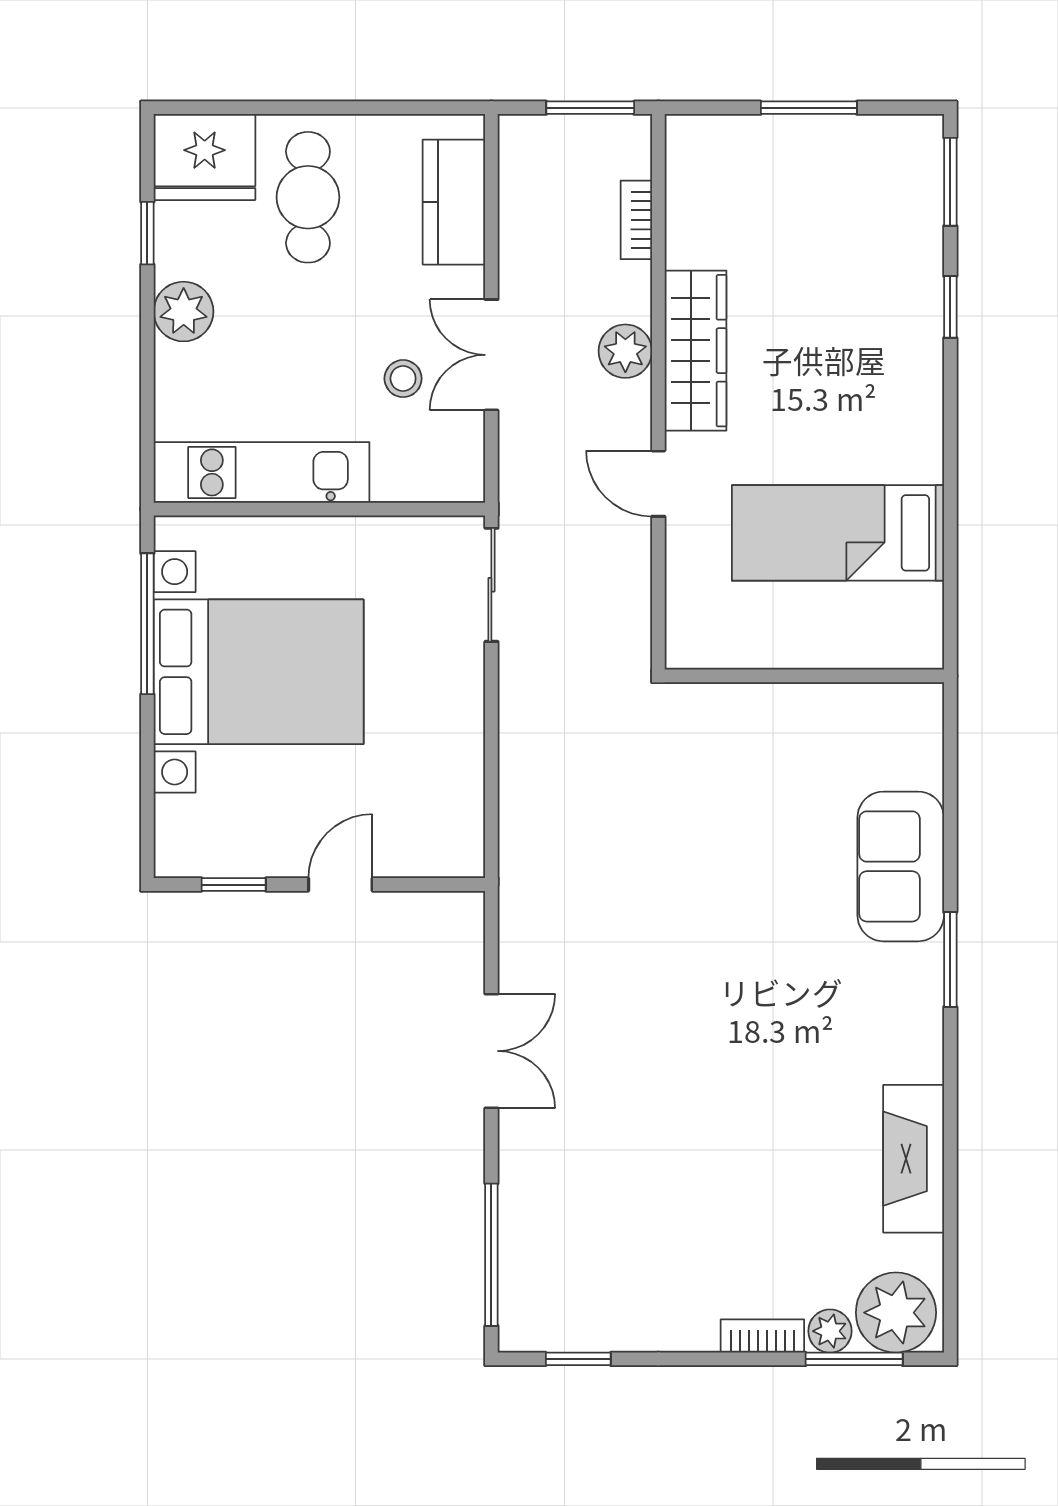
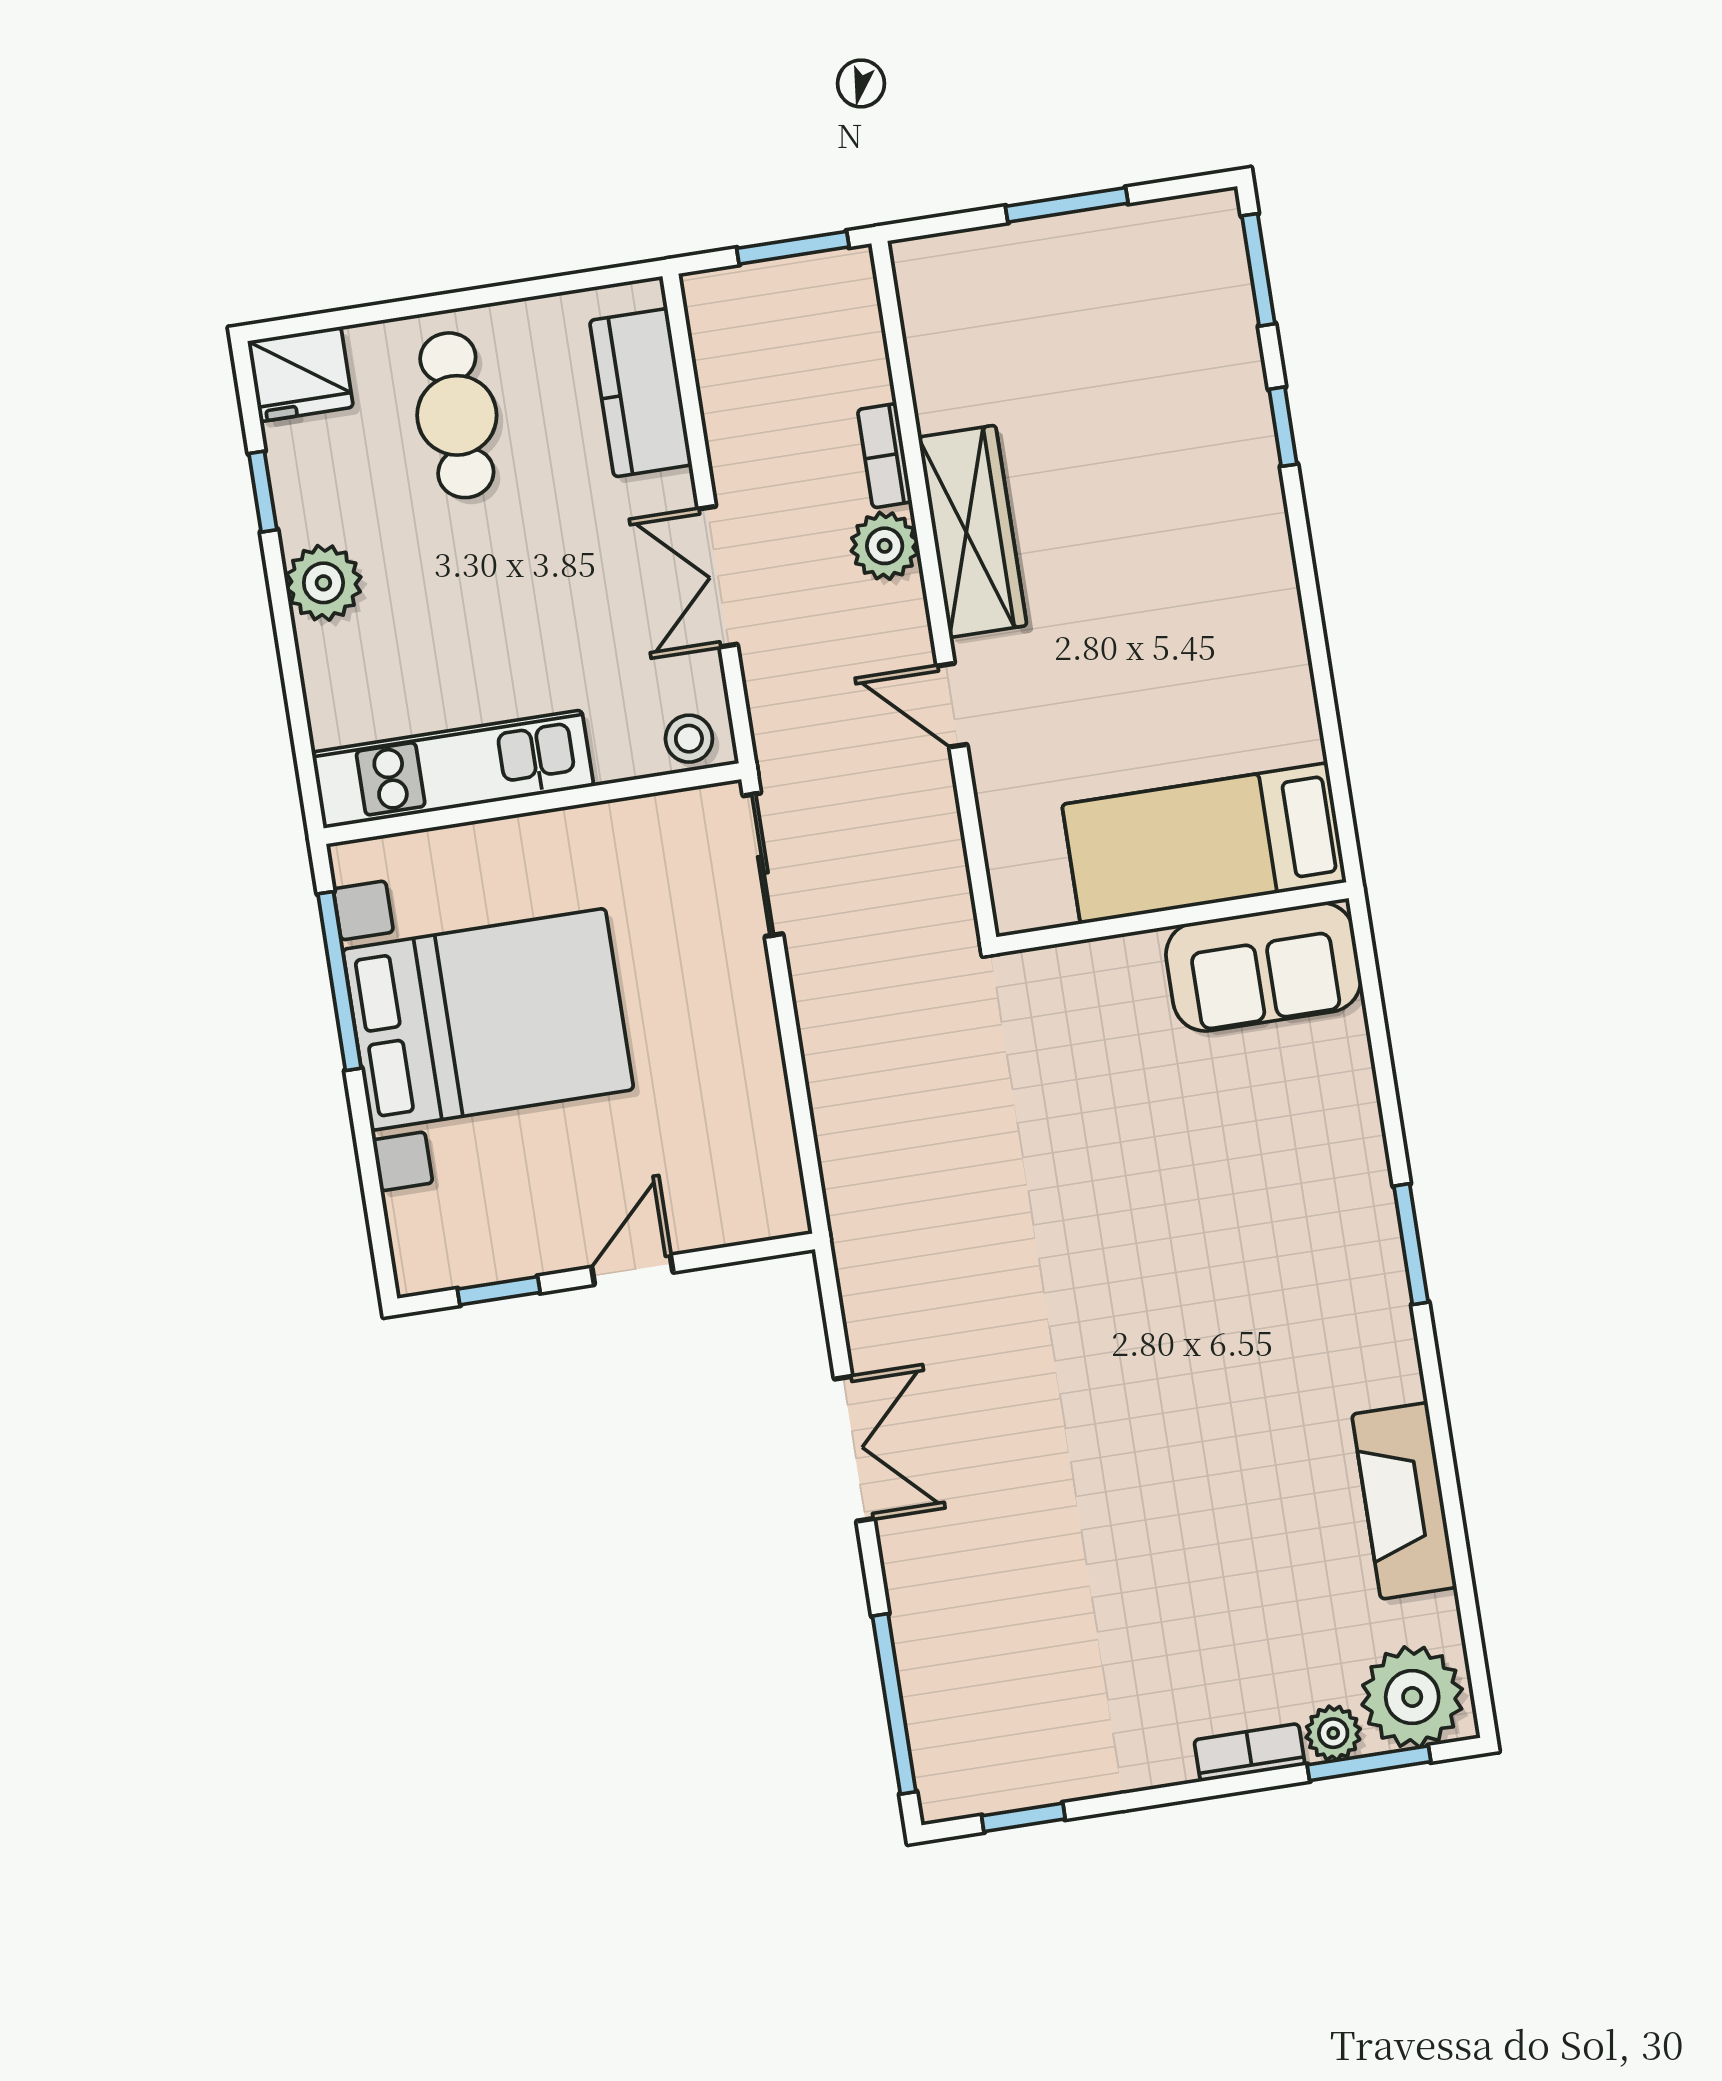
fridge: (205, 157) -> (300, 374), width x0.73, depth x0.75
bookcase: (636, 220) -> (885, 456), moved
stool: (403, 379) -> (689, 739), moved
bed: (838, 533) -> (1204, 843), moved
sofa: (901, 866) -> (1263, 967), moved, turned -90

